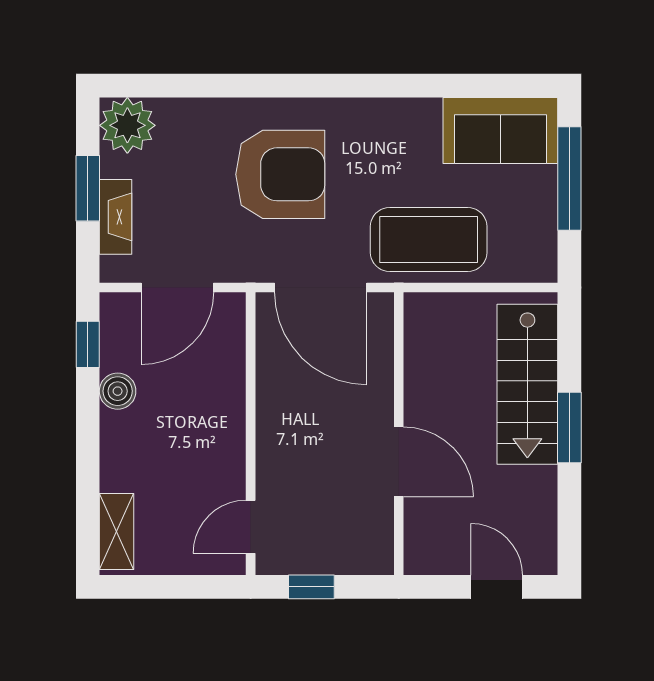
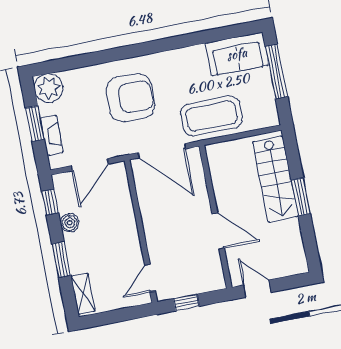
window: (88, 459) -> (61, 260), added
door: (497, 587) -> (257, 289), moved

